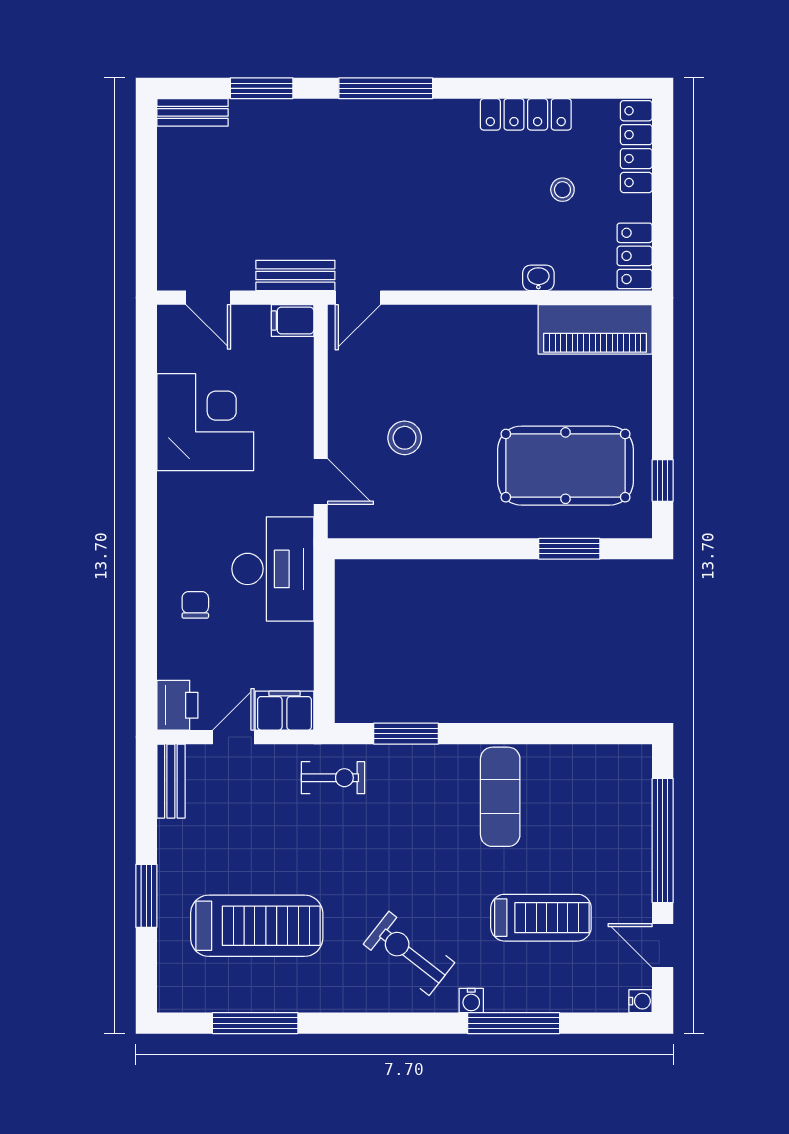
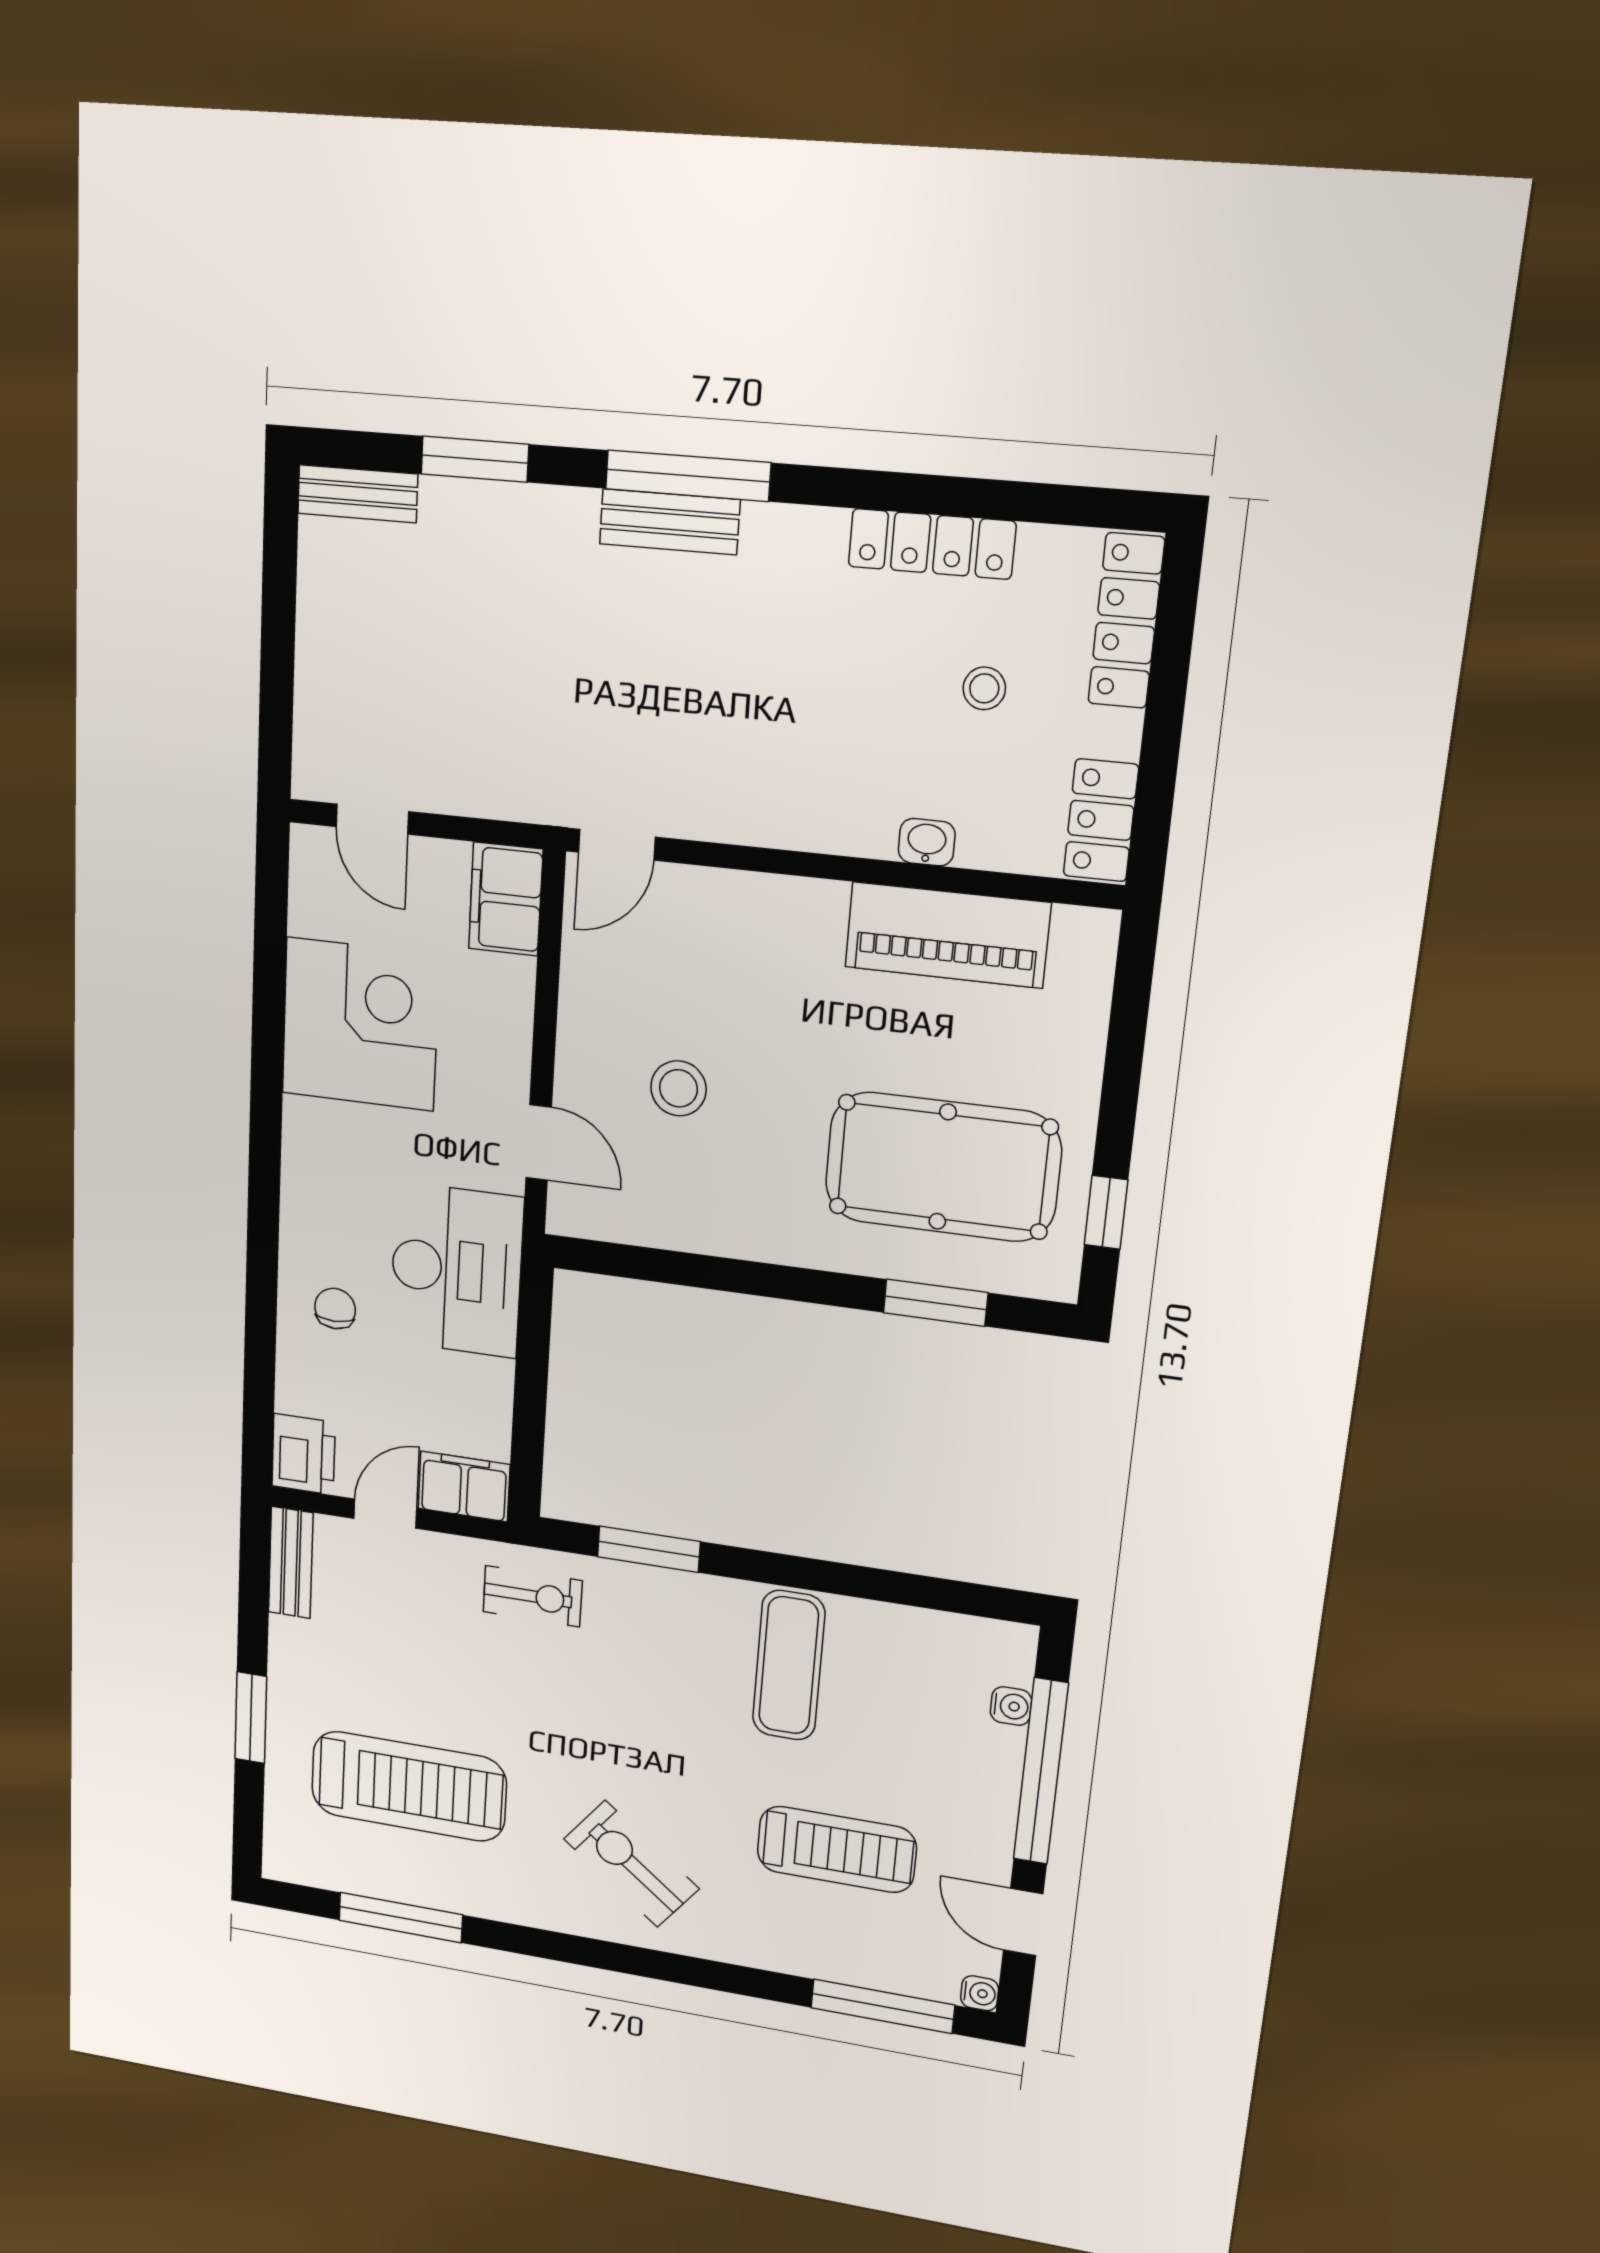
bench: (295, 275) -> (670, 522), moved
filing cabinet: (293, 320) -> (506, 899), width x2.00
piano: (595, 329) -> (947, 935), moved
water cooler: (471, 1001) -> (1011, 1706), moved, turned -90
window: (514, 1023) -> (883, 2006), moved

